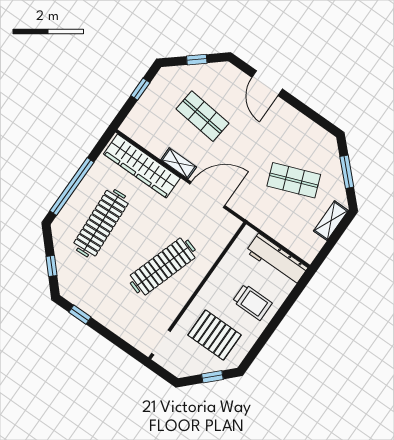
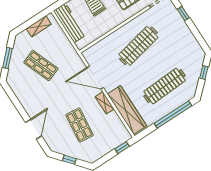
window: (140, 89) -> (122, 148), moved
shelving: (331, 221) -> (39, 26), moved
clothes rail: (163, 266) -> (138, 46), turned -30
window: (80, 315) -> (183, 13), moved

